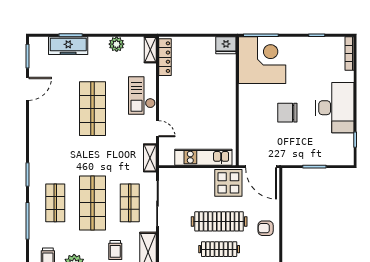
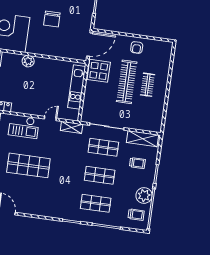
plant: (228, 89) -> (28, 61), added
shop shelf: (92, 203) -> (100, 175), width x0.70, depth x0.74
clothes rail: (219, 249) -> (148, 85), width x0.73

